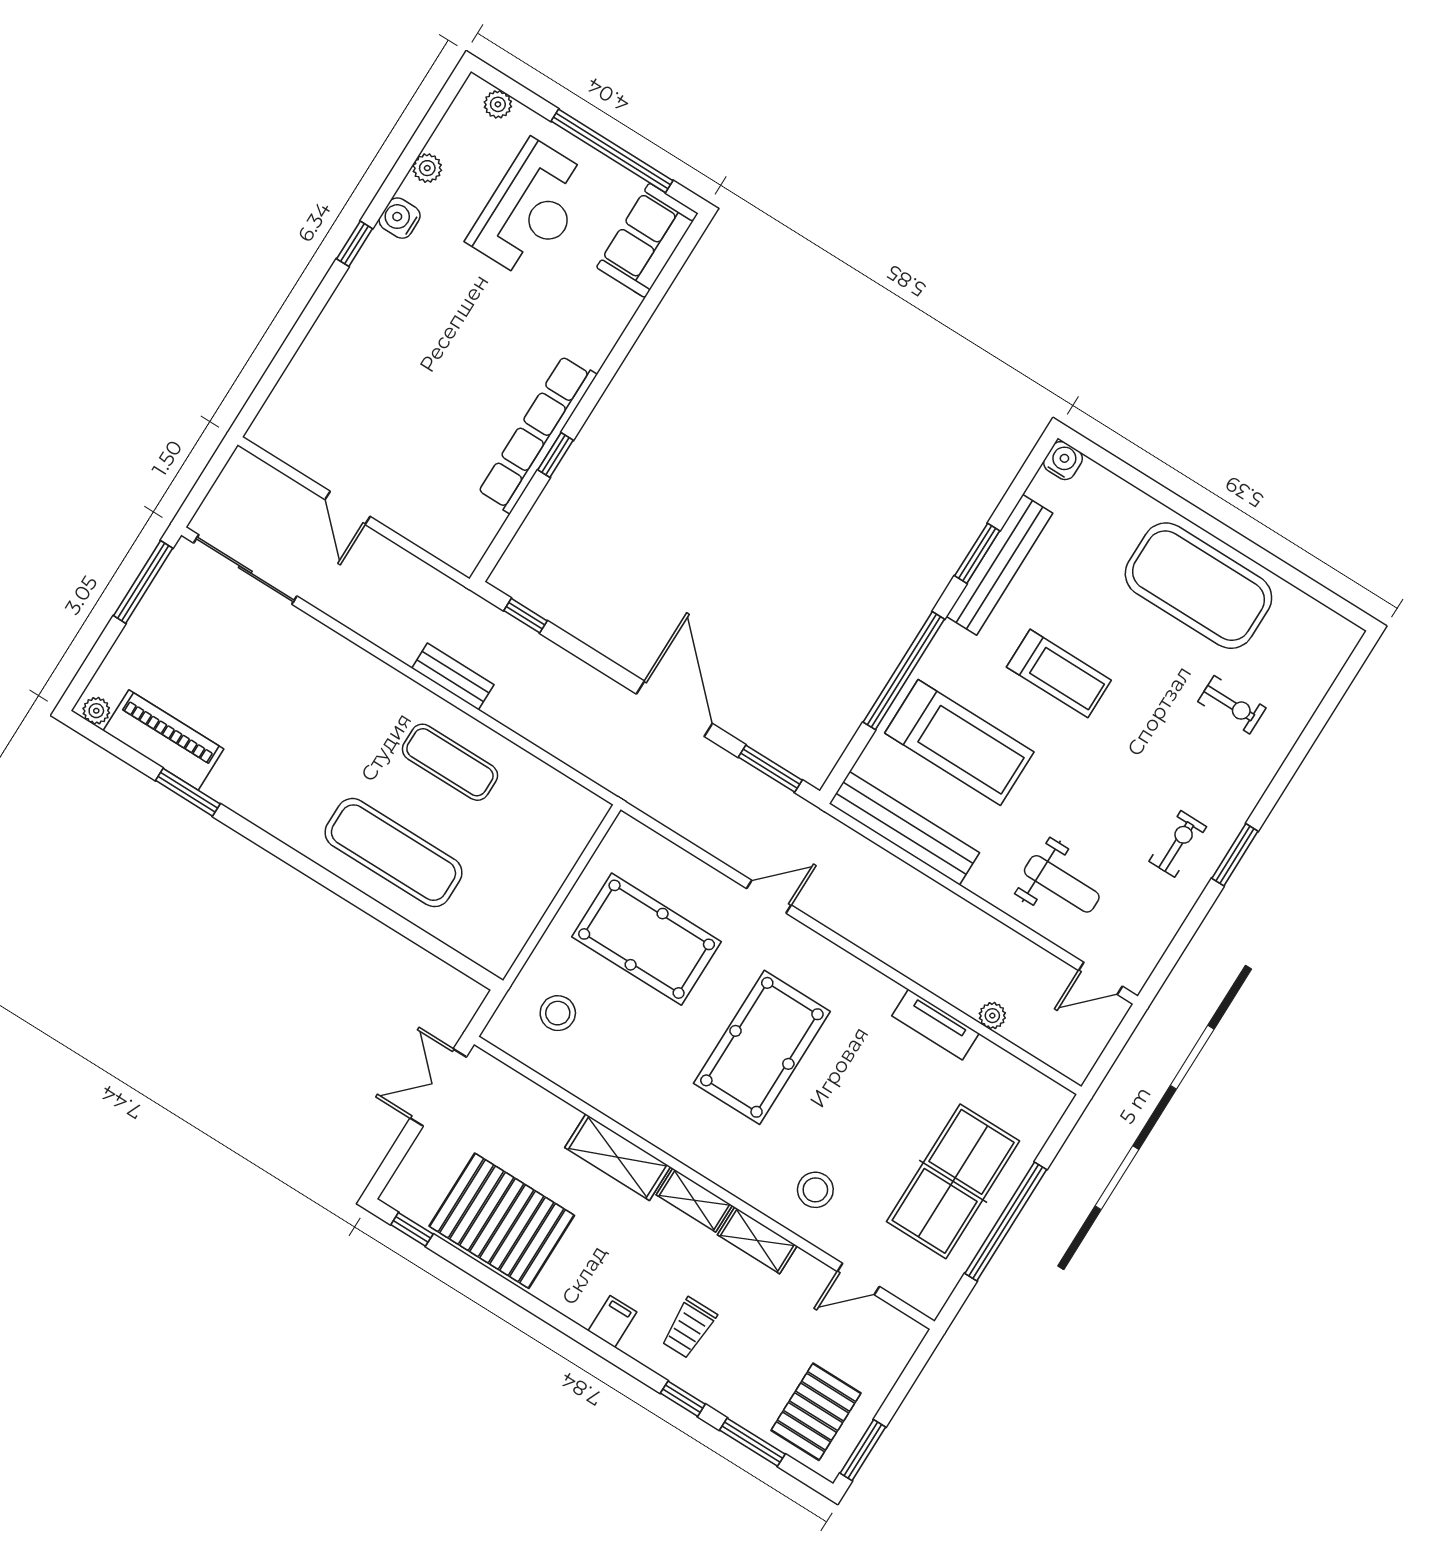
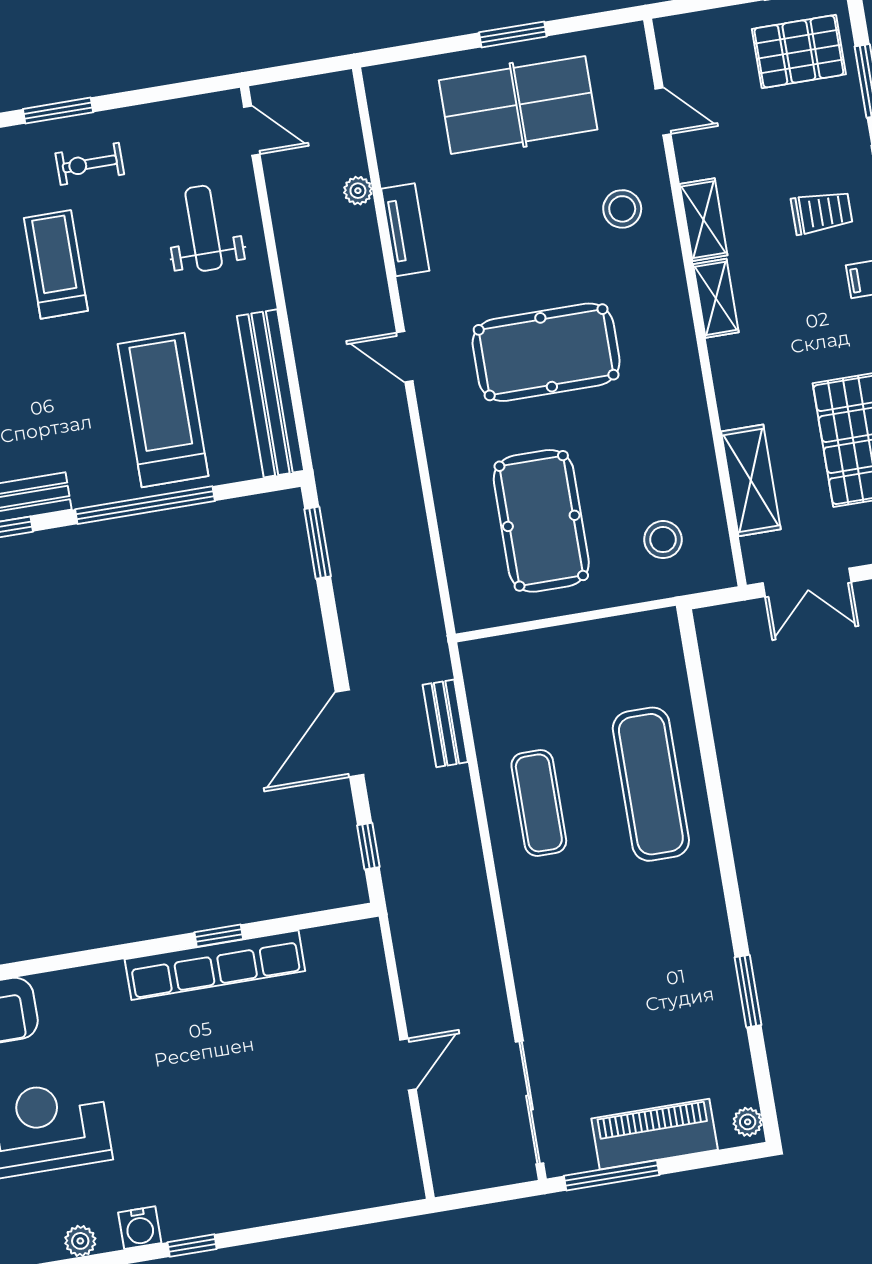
treadmill: (1059, 674) -> (56, 264), moved
bench: (453, 676) -> (445, 723), moved
door: (674, 709) -> (350, 733), moved
piano: (163, 740) -> (655, 1134), moved, turned 90
door: (769, 897) -> (405, 357), moved
shelving: (618, 1157) -> (751, 480), moved
window: (1006, 1221) -> (513, 34), width x0.47

